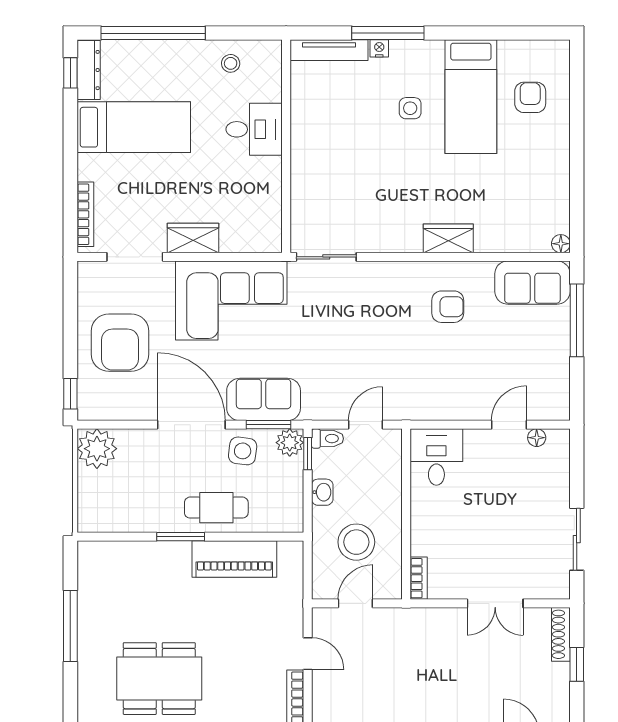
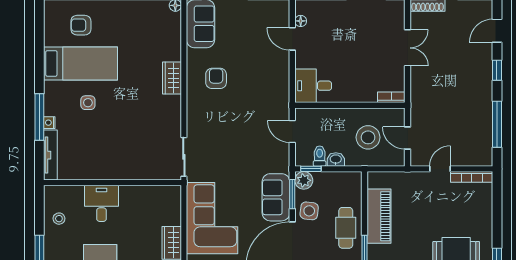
toilet: (327, 439) -> (320, 156), moved

